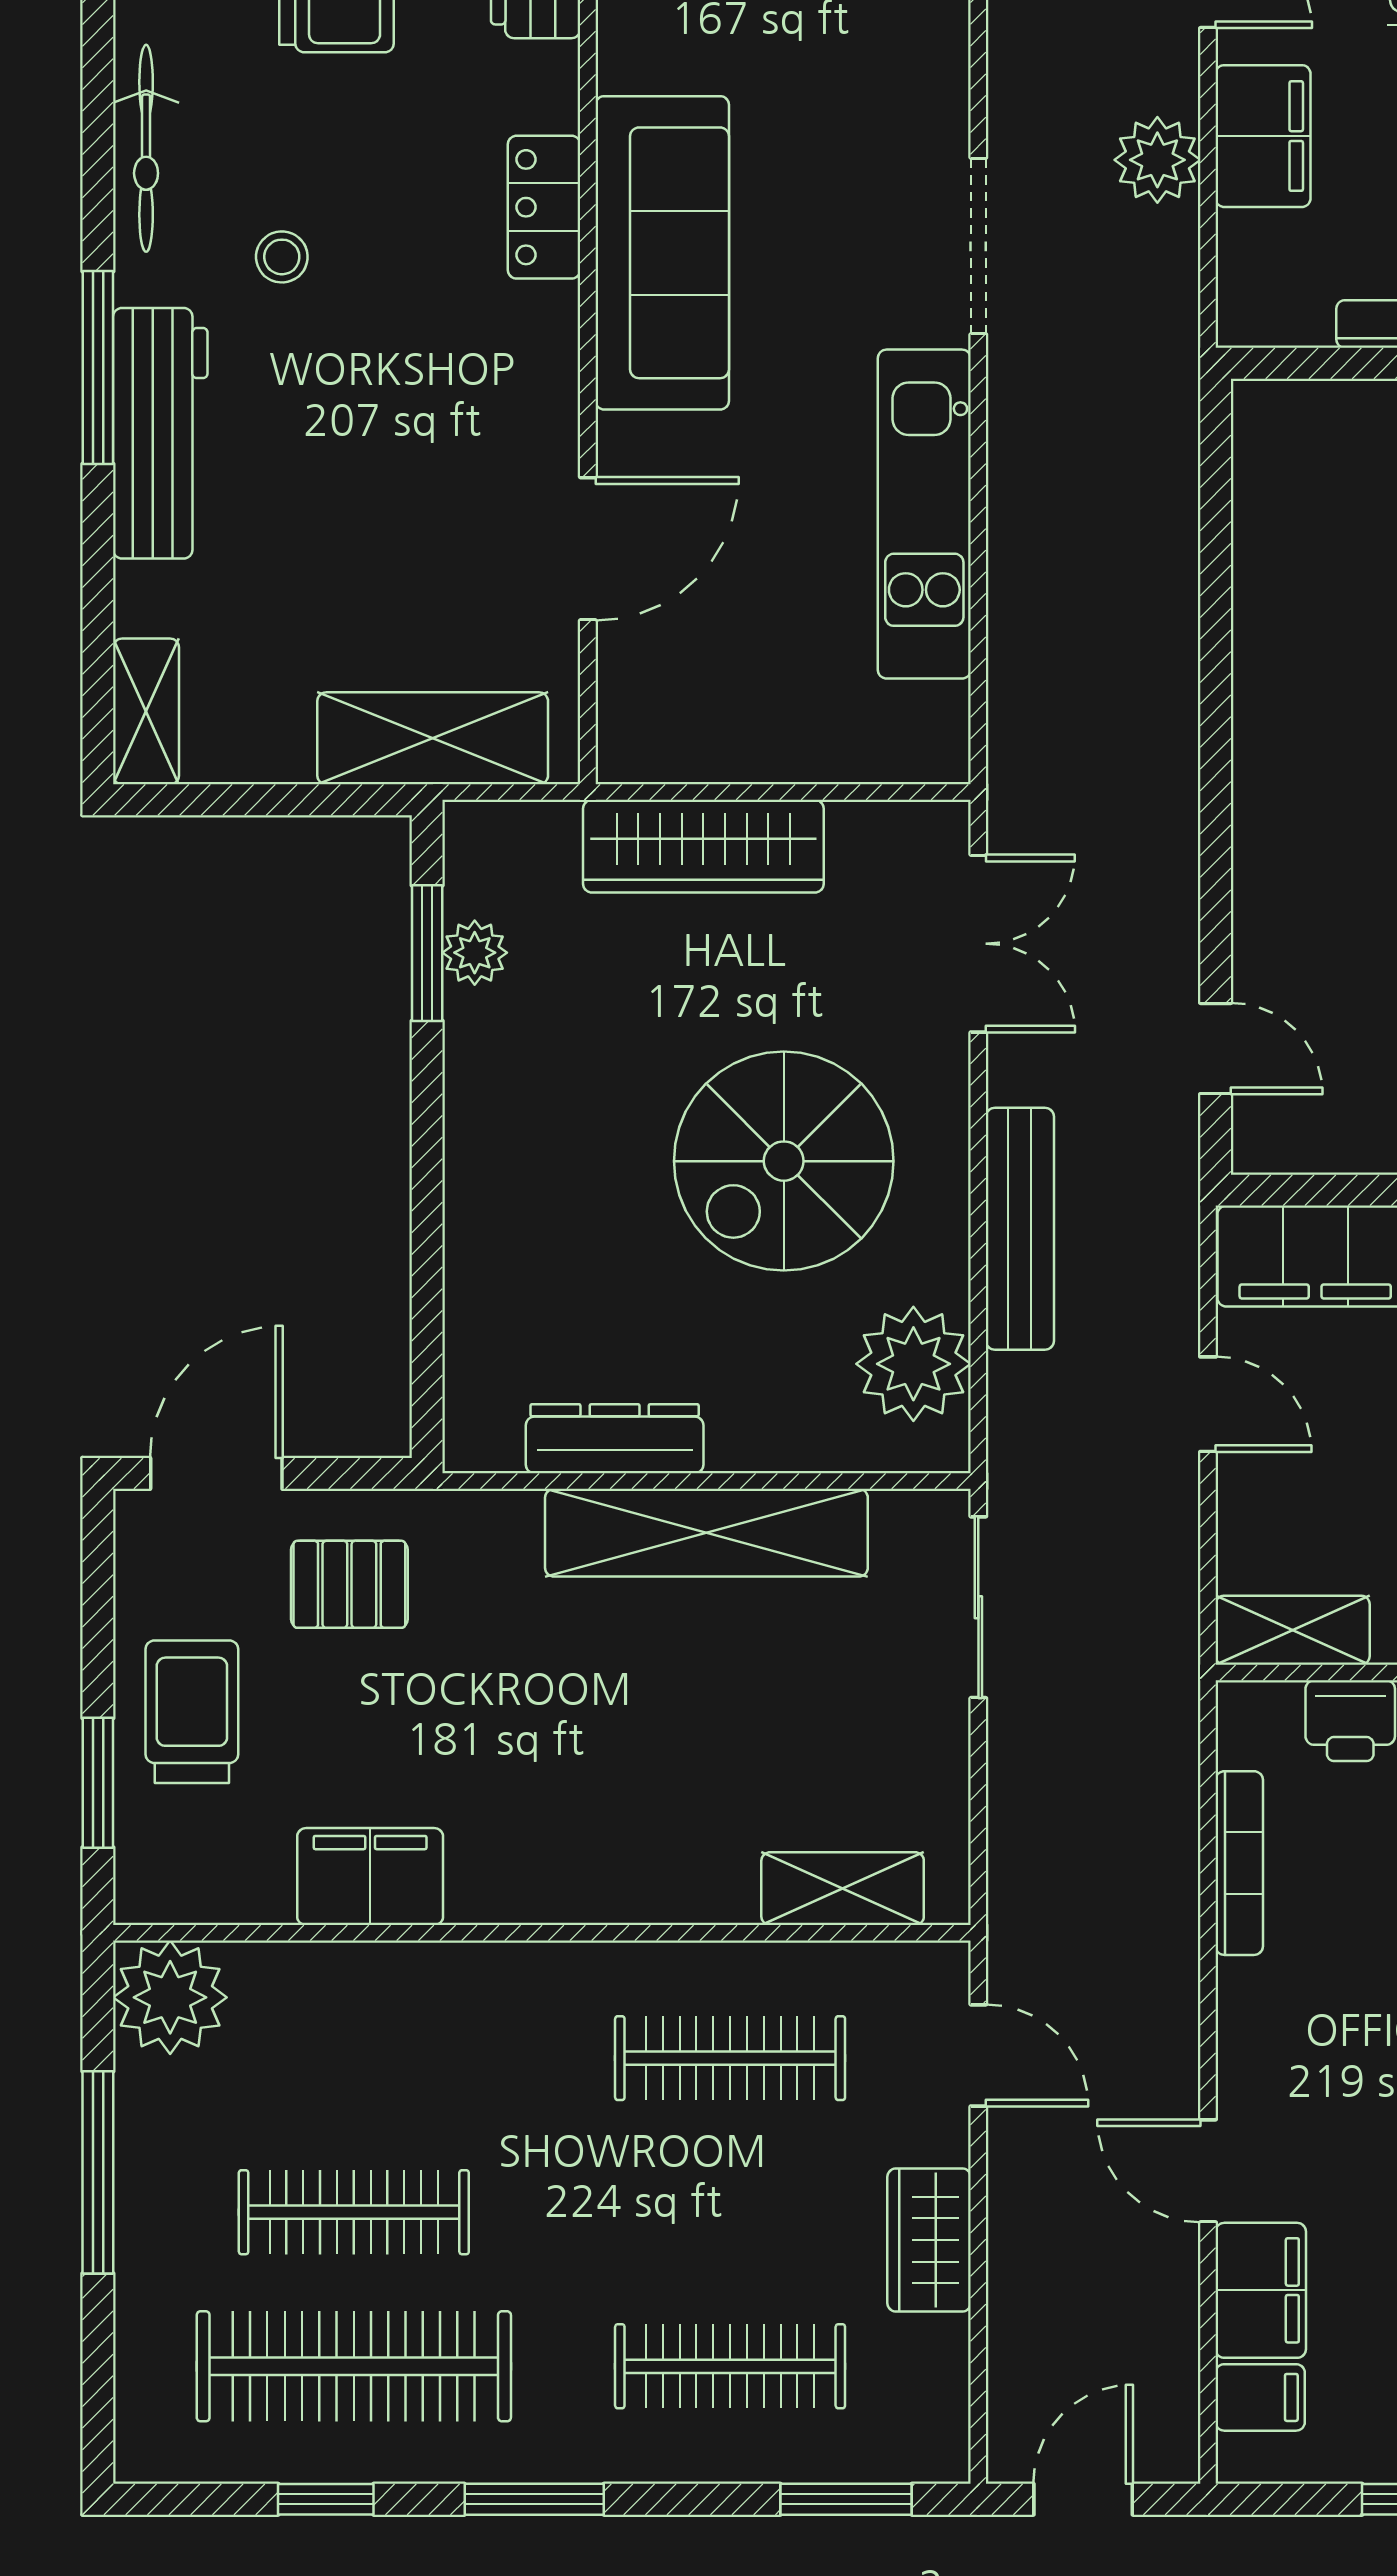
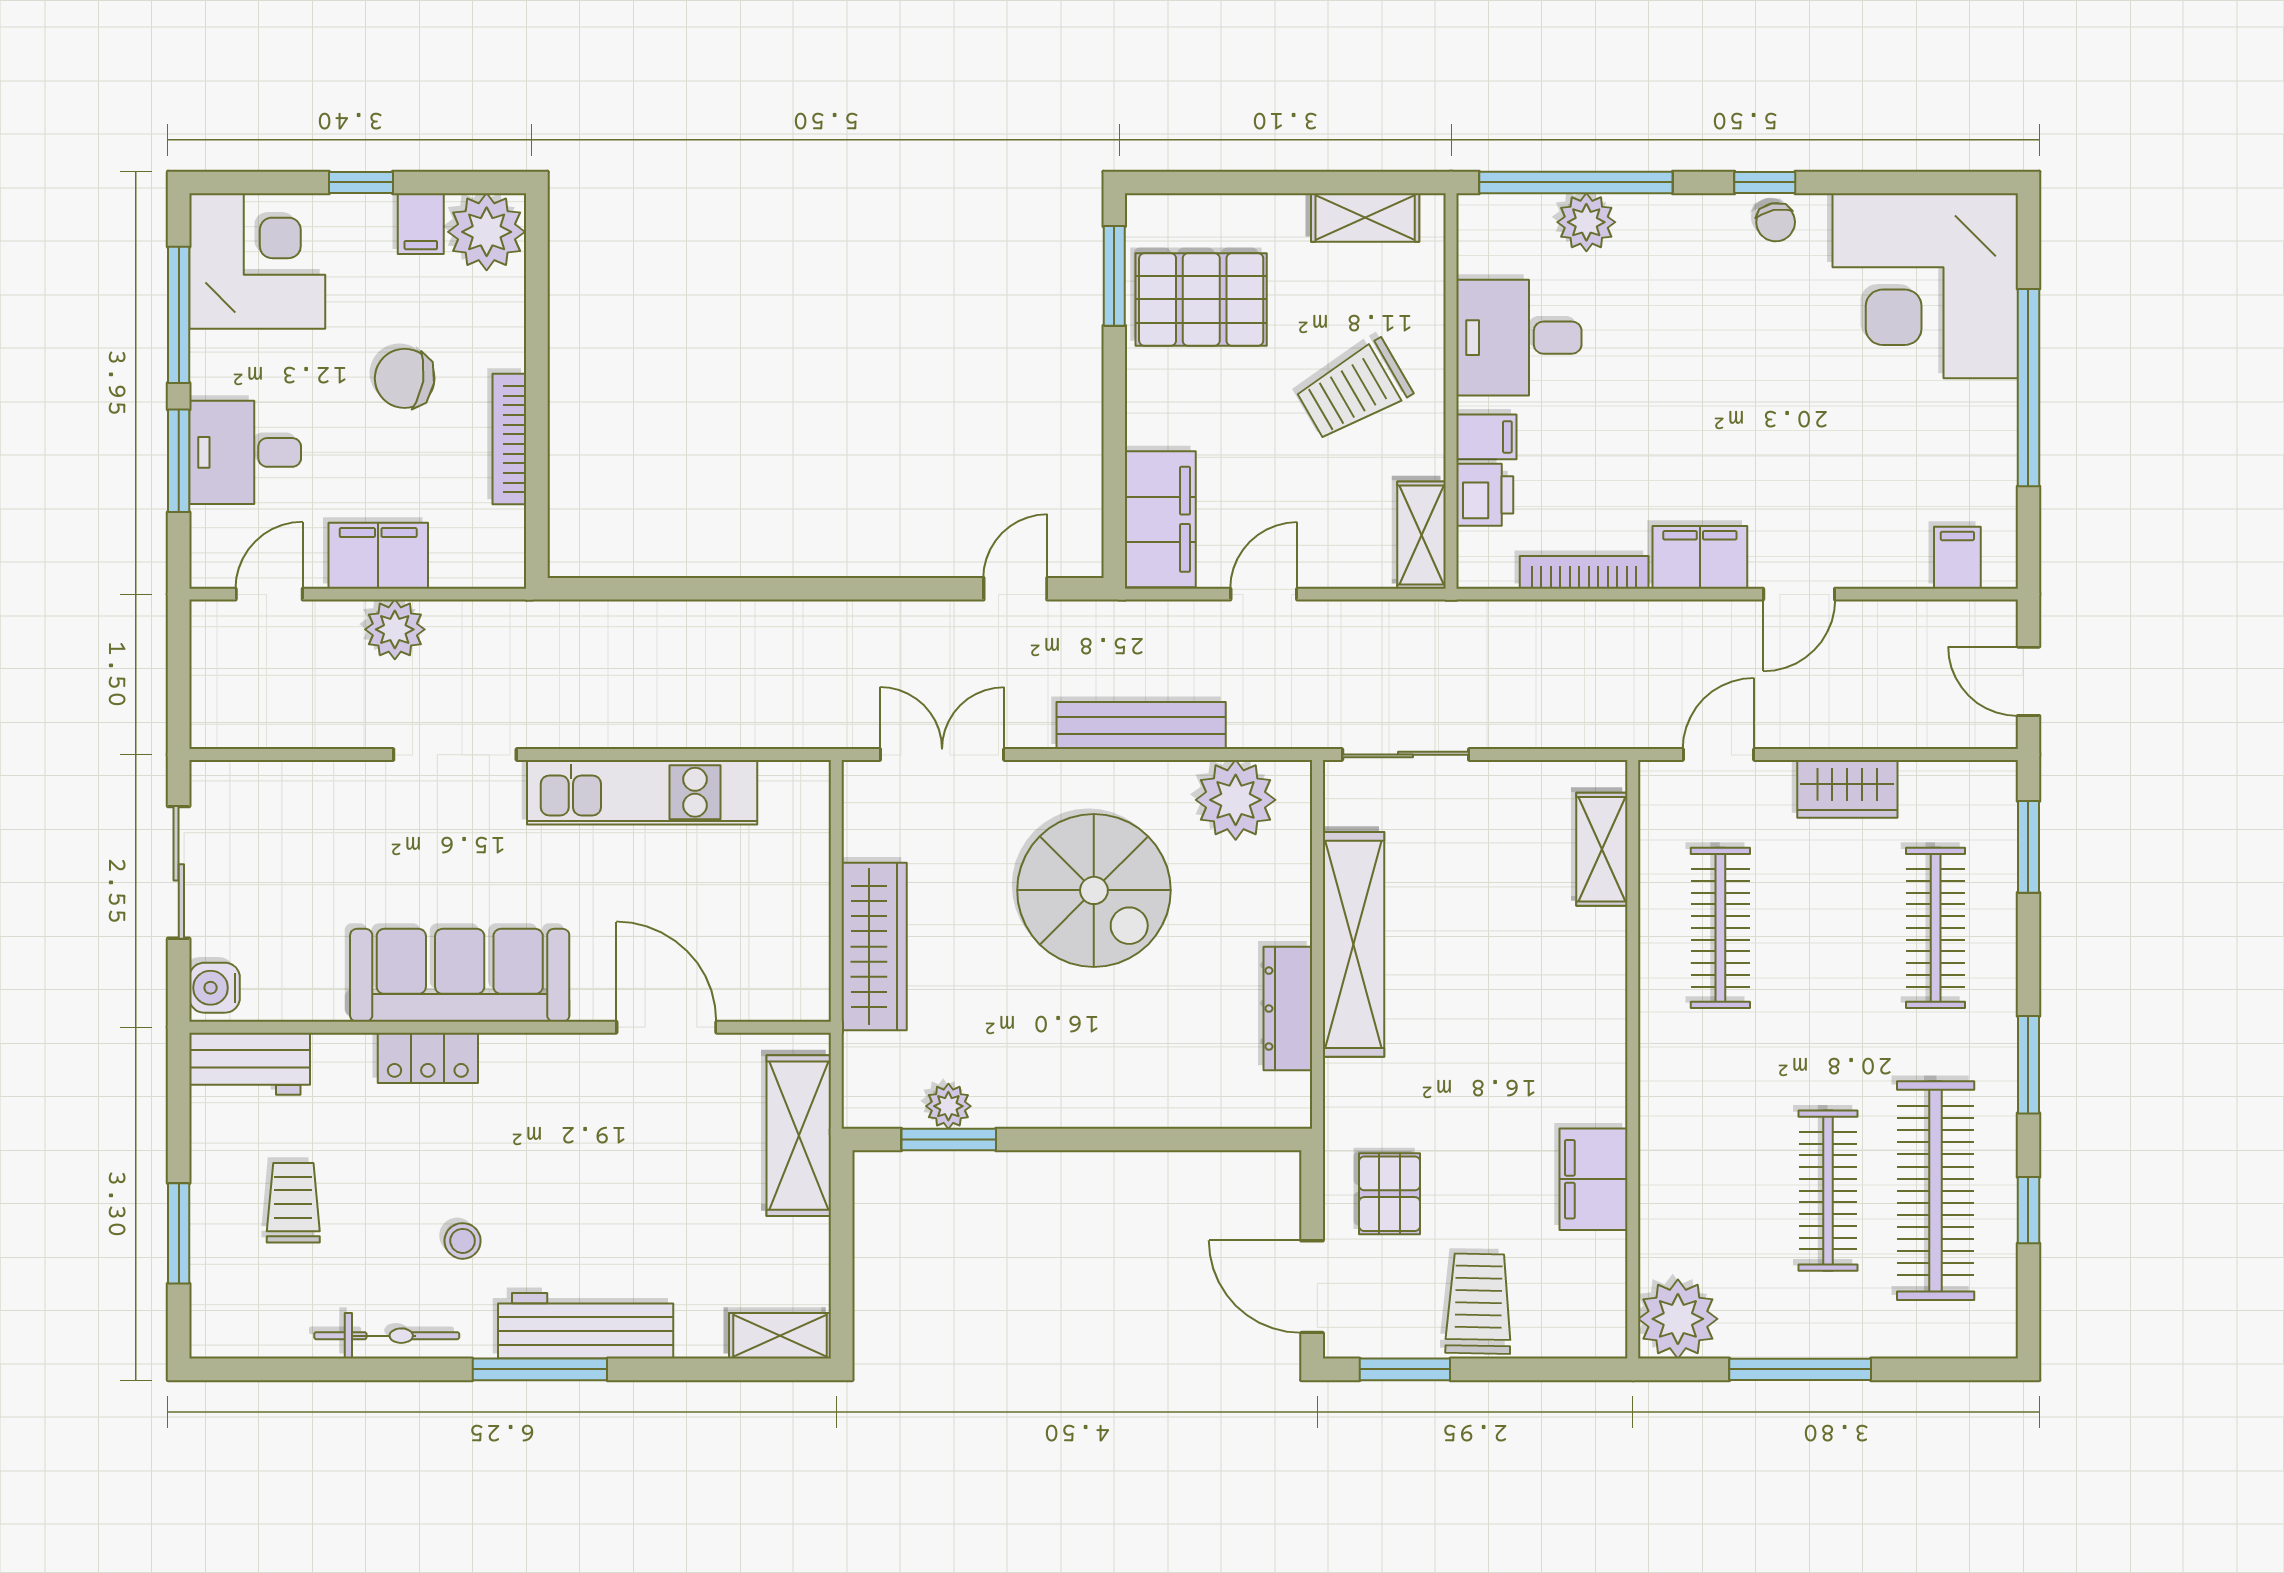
trolley: (192, 1712) -> (1478, 1304), turned 91
window: (98, 1783) -> (1405, 1369), moved
filing cabinet: (1261, 2290) -> (1700, 557), moved

